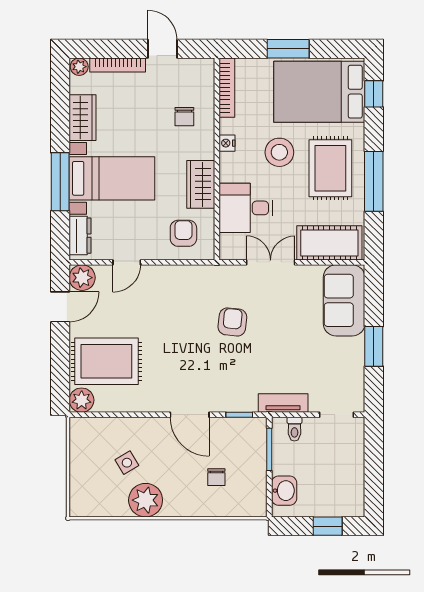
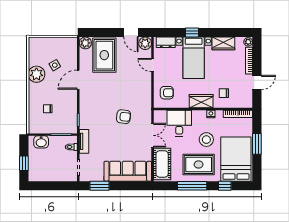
window: (374, 94) -> (225, 186), moved
window: (60, 182) -> (192, 33), width x0.46
wardrobe: (201, 184) -> (201, 101), moved
sofa: (344, 300) -> (128, 171), width x1.36
window: (374, 346) -> (100, 186), moved
door: (190, 415) -> (78, 80), moved

